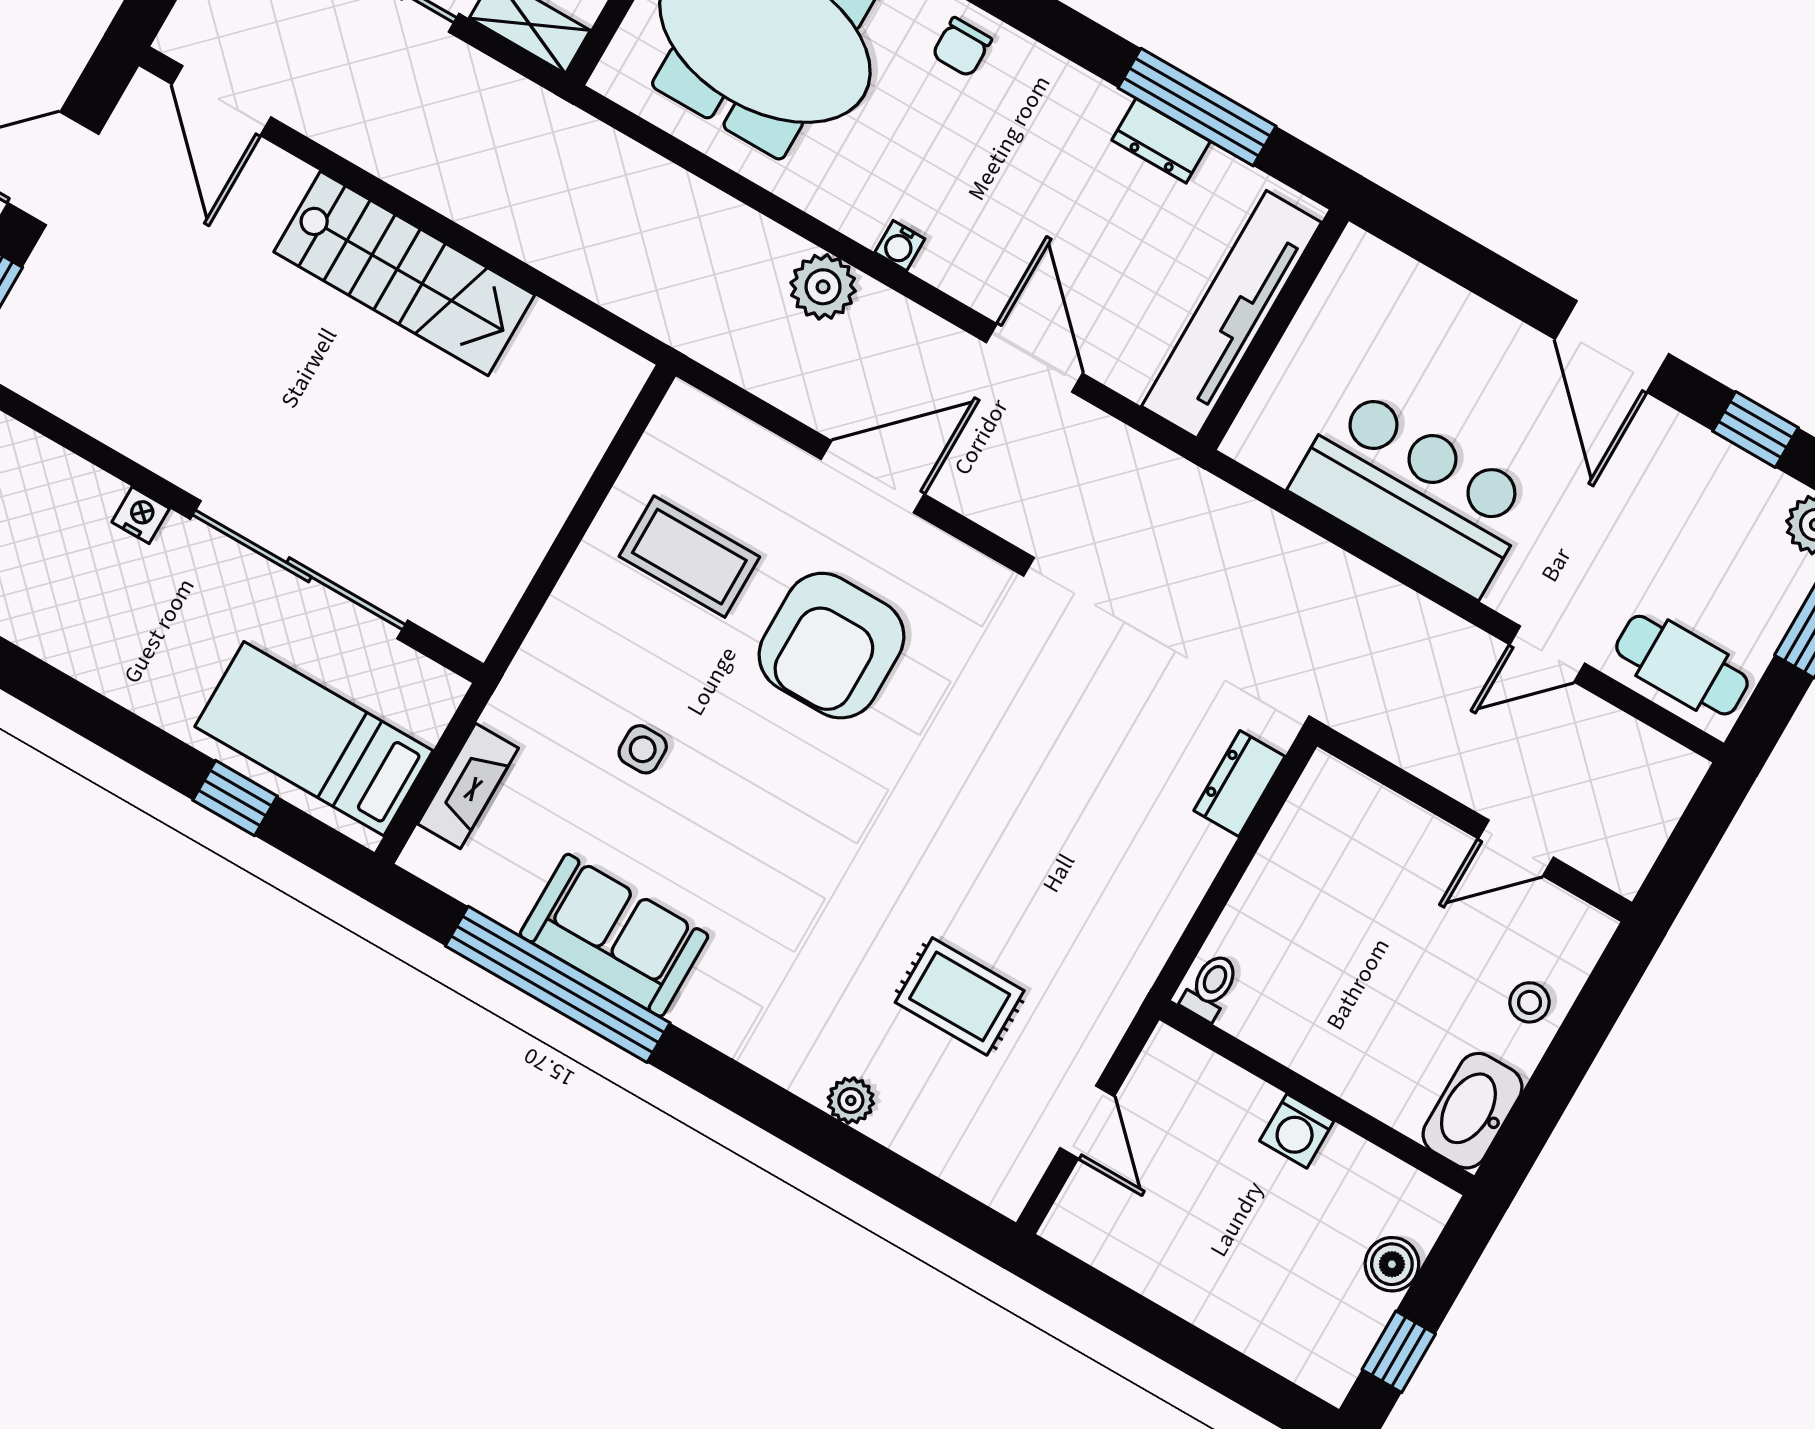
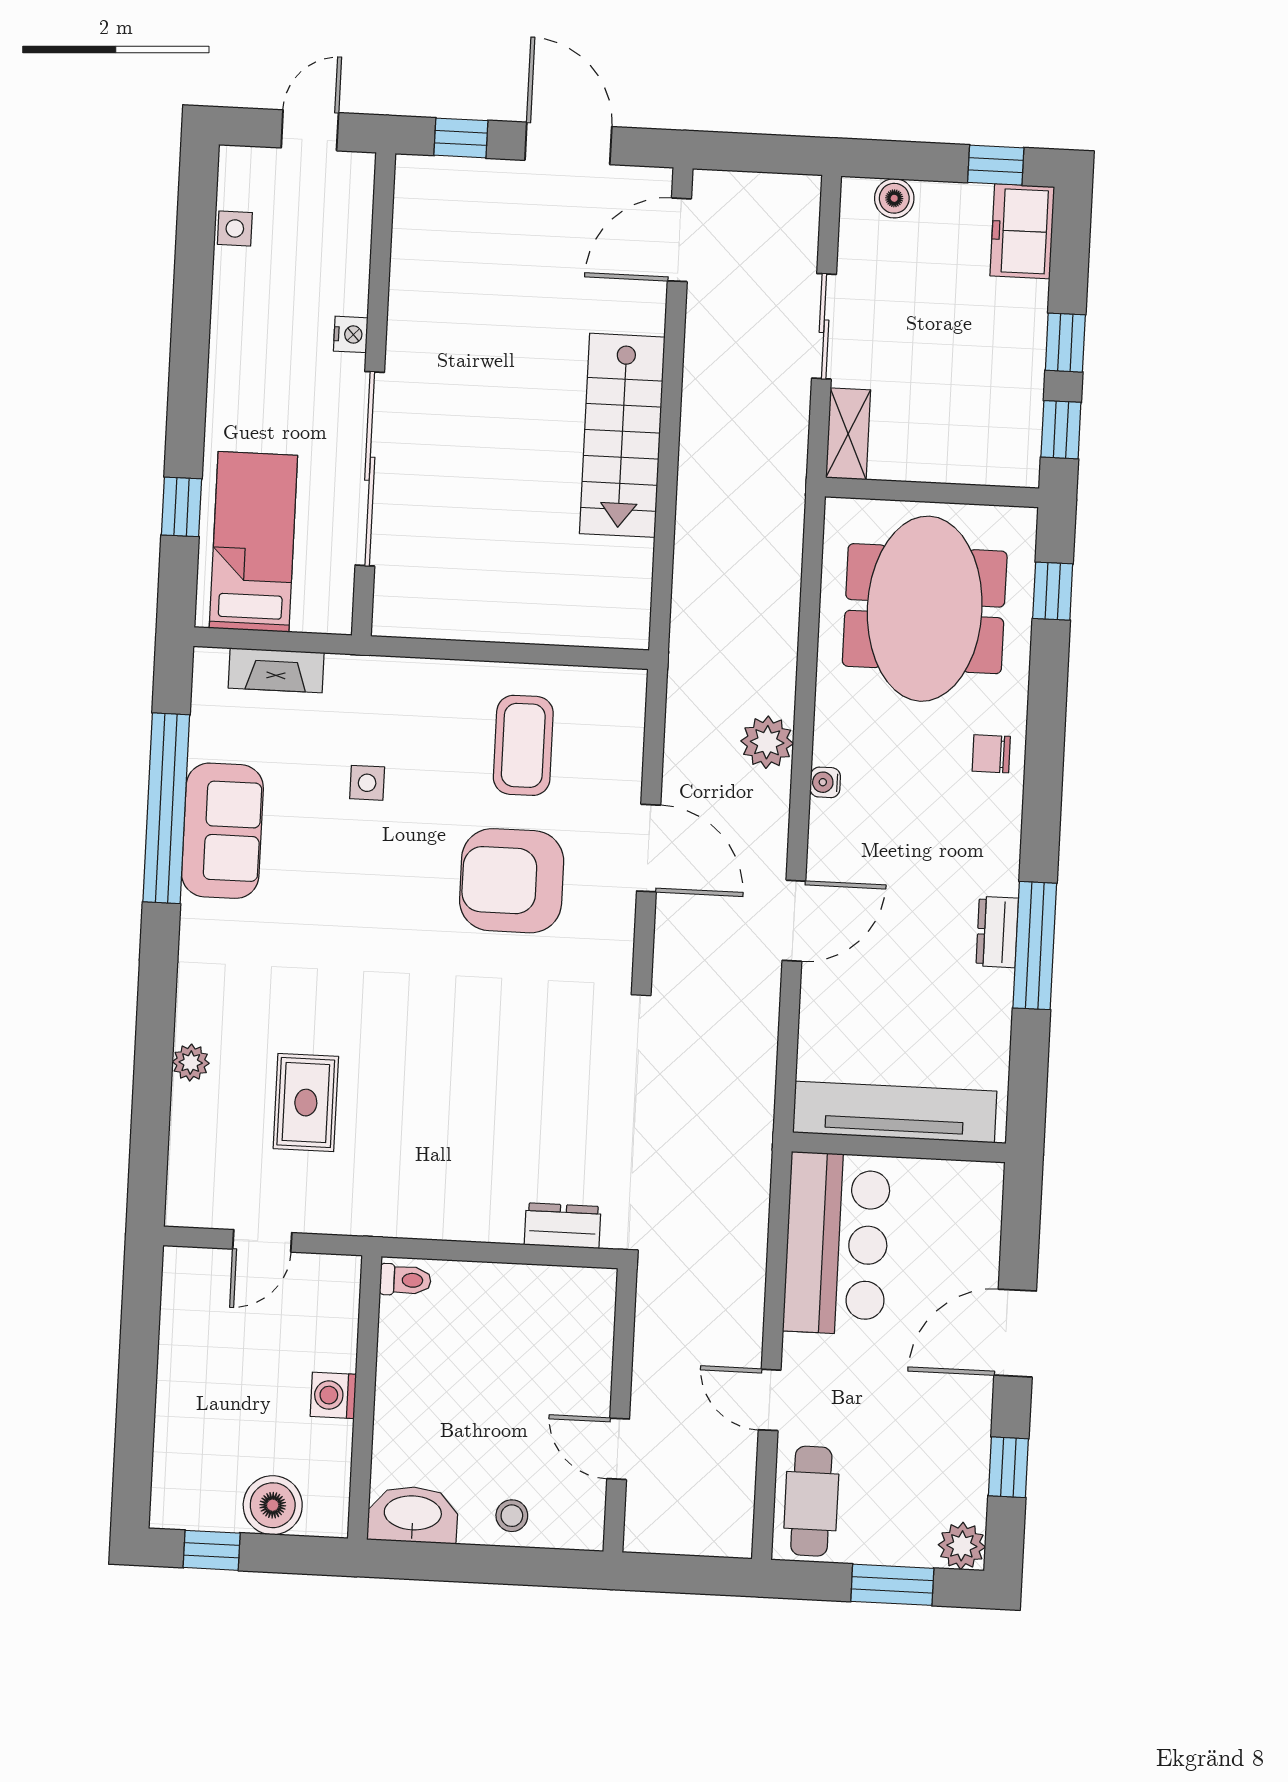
tv unit: (1232, 314) -> (895, 1112), moved
wall: (1273, 330) -> (899, 1147), moved
boiler: (1392, 1264) -> (273, 1505), width x1.36, depth x1.36

